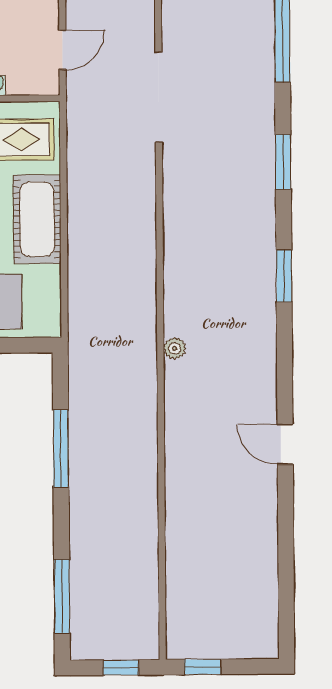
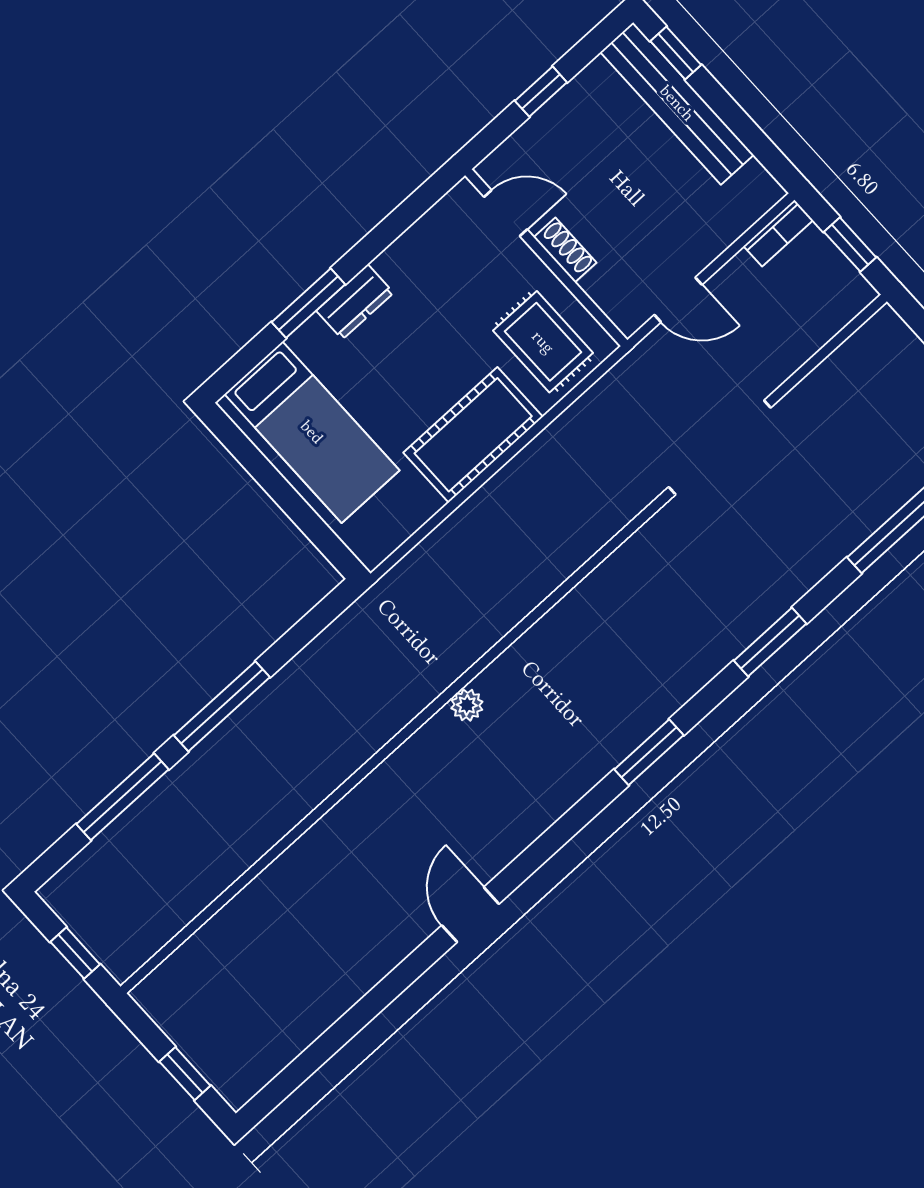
window: (61, 448) -> (222, 706), moved
window: (62, 596) -> (123, 797), moved
window: (203, 667) -> (185, 1074), moved

